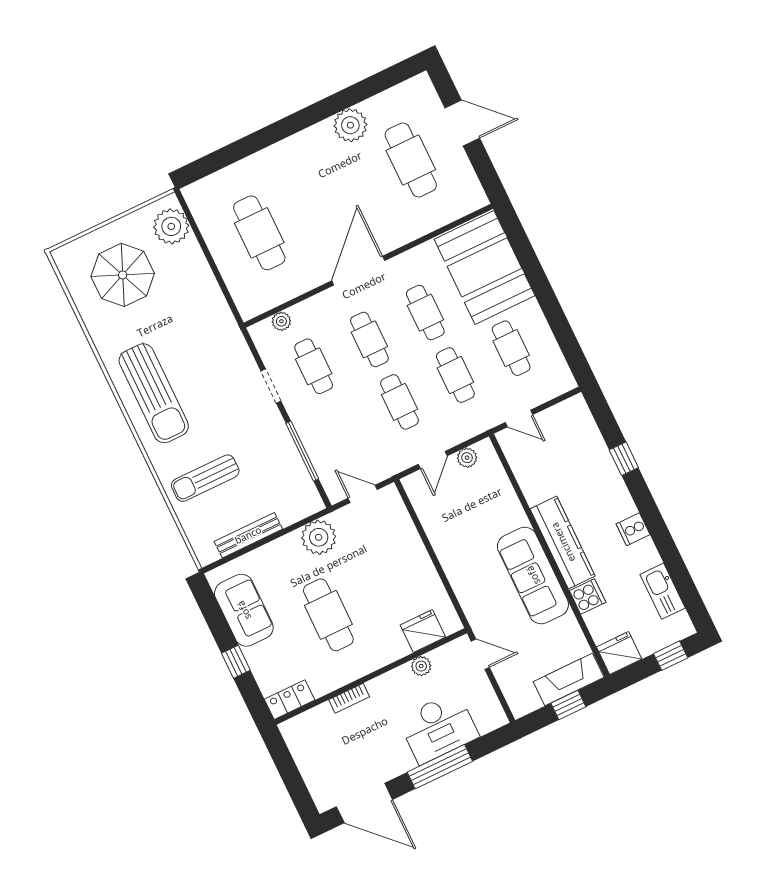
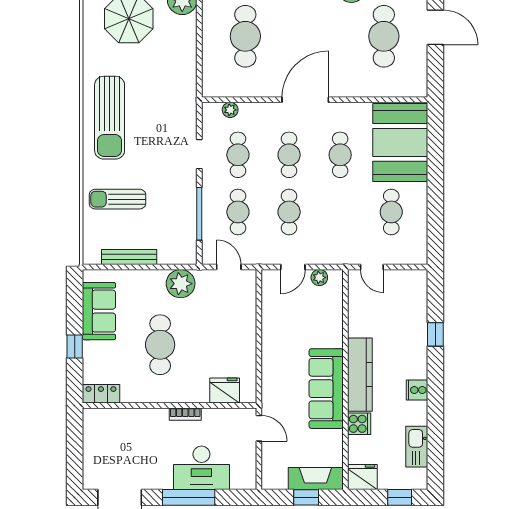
cafe table: (455, 375) -> (238, 212), moved
plant: (421, 666) -> (211, 416), removed
bookcase: (349, 698) -> (185, 414), moved

